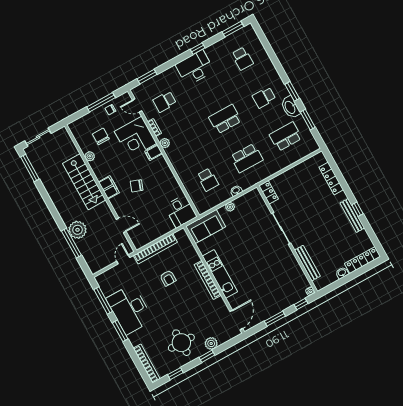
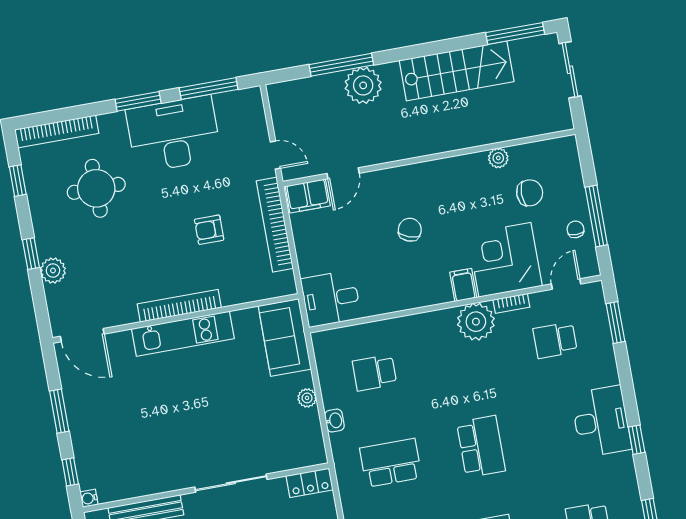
school desk: (165, 102) -> (555, 340), turned -90
plant: (165, 143) -> (476, 322), width x1.88, depth x1.88
school desk: (247, 158) -> (391, 463), turned 90
stairs: (84, 182) -> (457, 71), moved, turned 180
filing cabinet: (109, 187) -> (308, 196), moved
round table: (181, 343) -> (96, 188), moved

